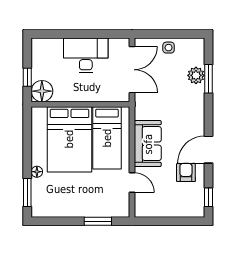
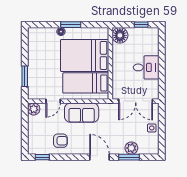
desk: (86, 55) -> (146, 67), width x0.73
window: (27, 77) -> (141, 25), moved
door: (208, 150) -> (99, 157), moved
window: (27, 192) -> (71, 25), moved
plant: (143, 209) -> (34, 109), added

